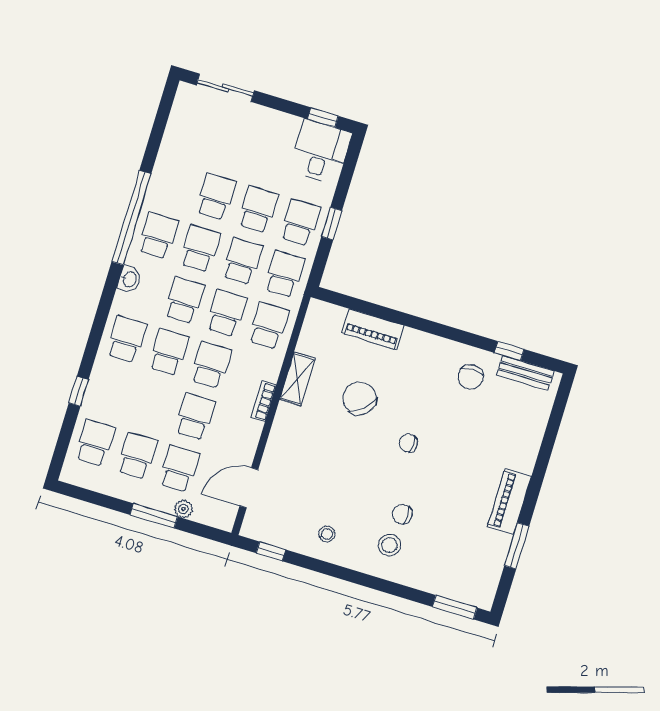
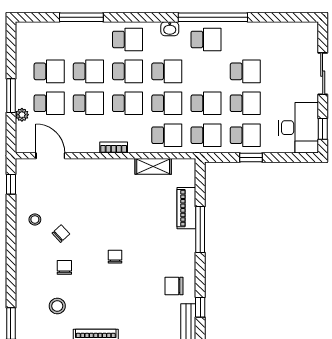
sliding door: (225, 88) -> (323, 74), moved
desk: (321, 152) -> (298, 128), width x1.37
school desk: (200, 248) -> (206, 71), removed
window: (406, 320) -> (200, 229), added
shelving: (297, 379) -> (153, 166), moved
window: (79, 391) -> (81, 17), width x2.17
chair: (360, 398) -> (61, 234), moved, width x0.54, depth x0.54
school desk: (95, 443) -> (88, 71), moved
stool: (390, 545) -> (57, 306), moved

